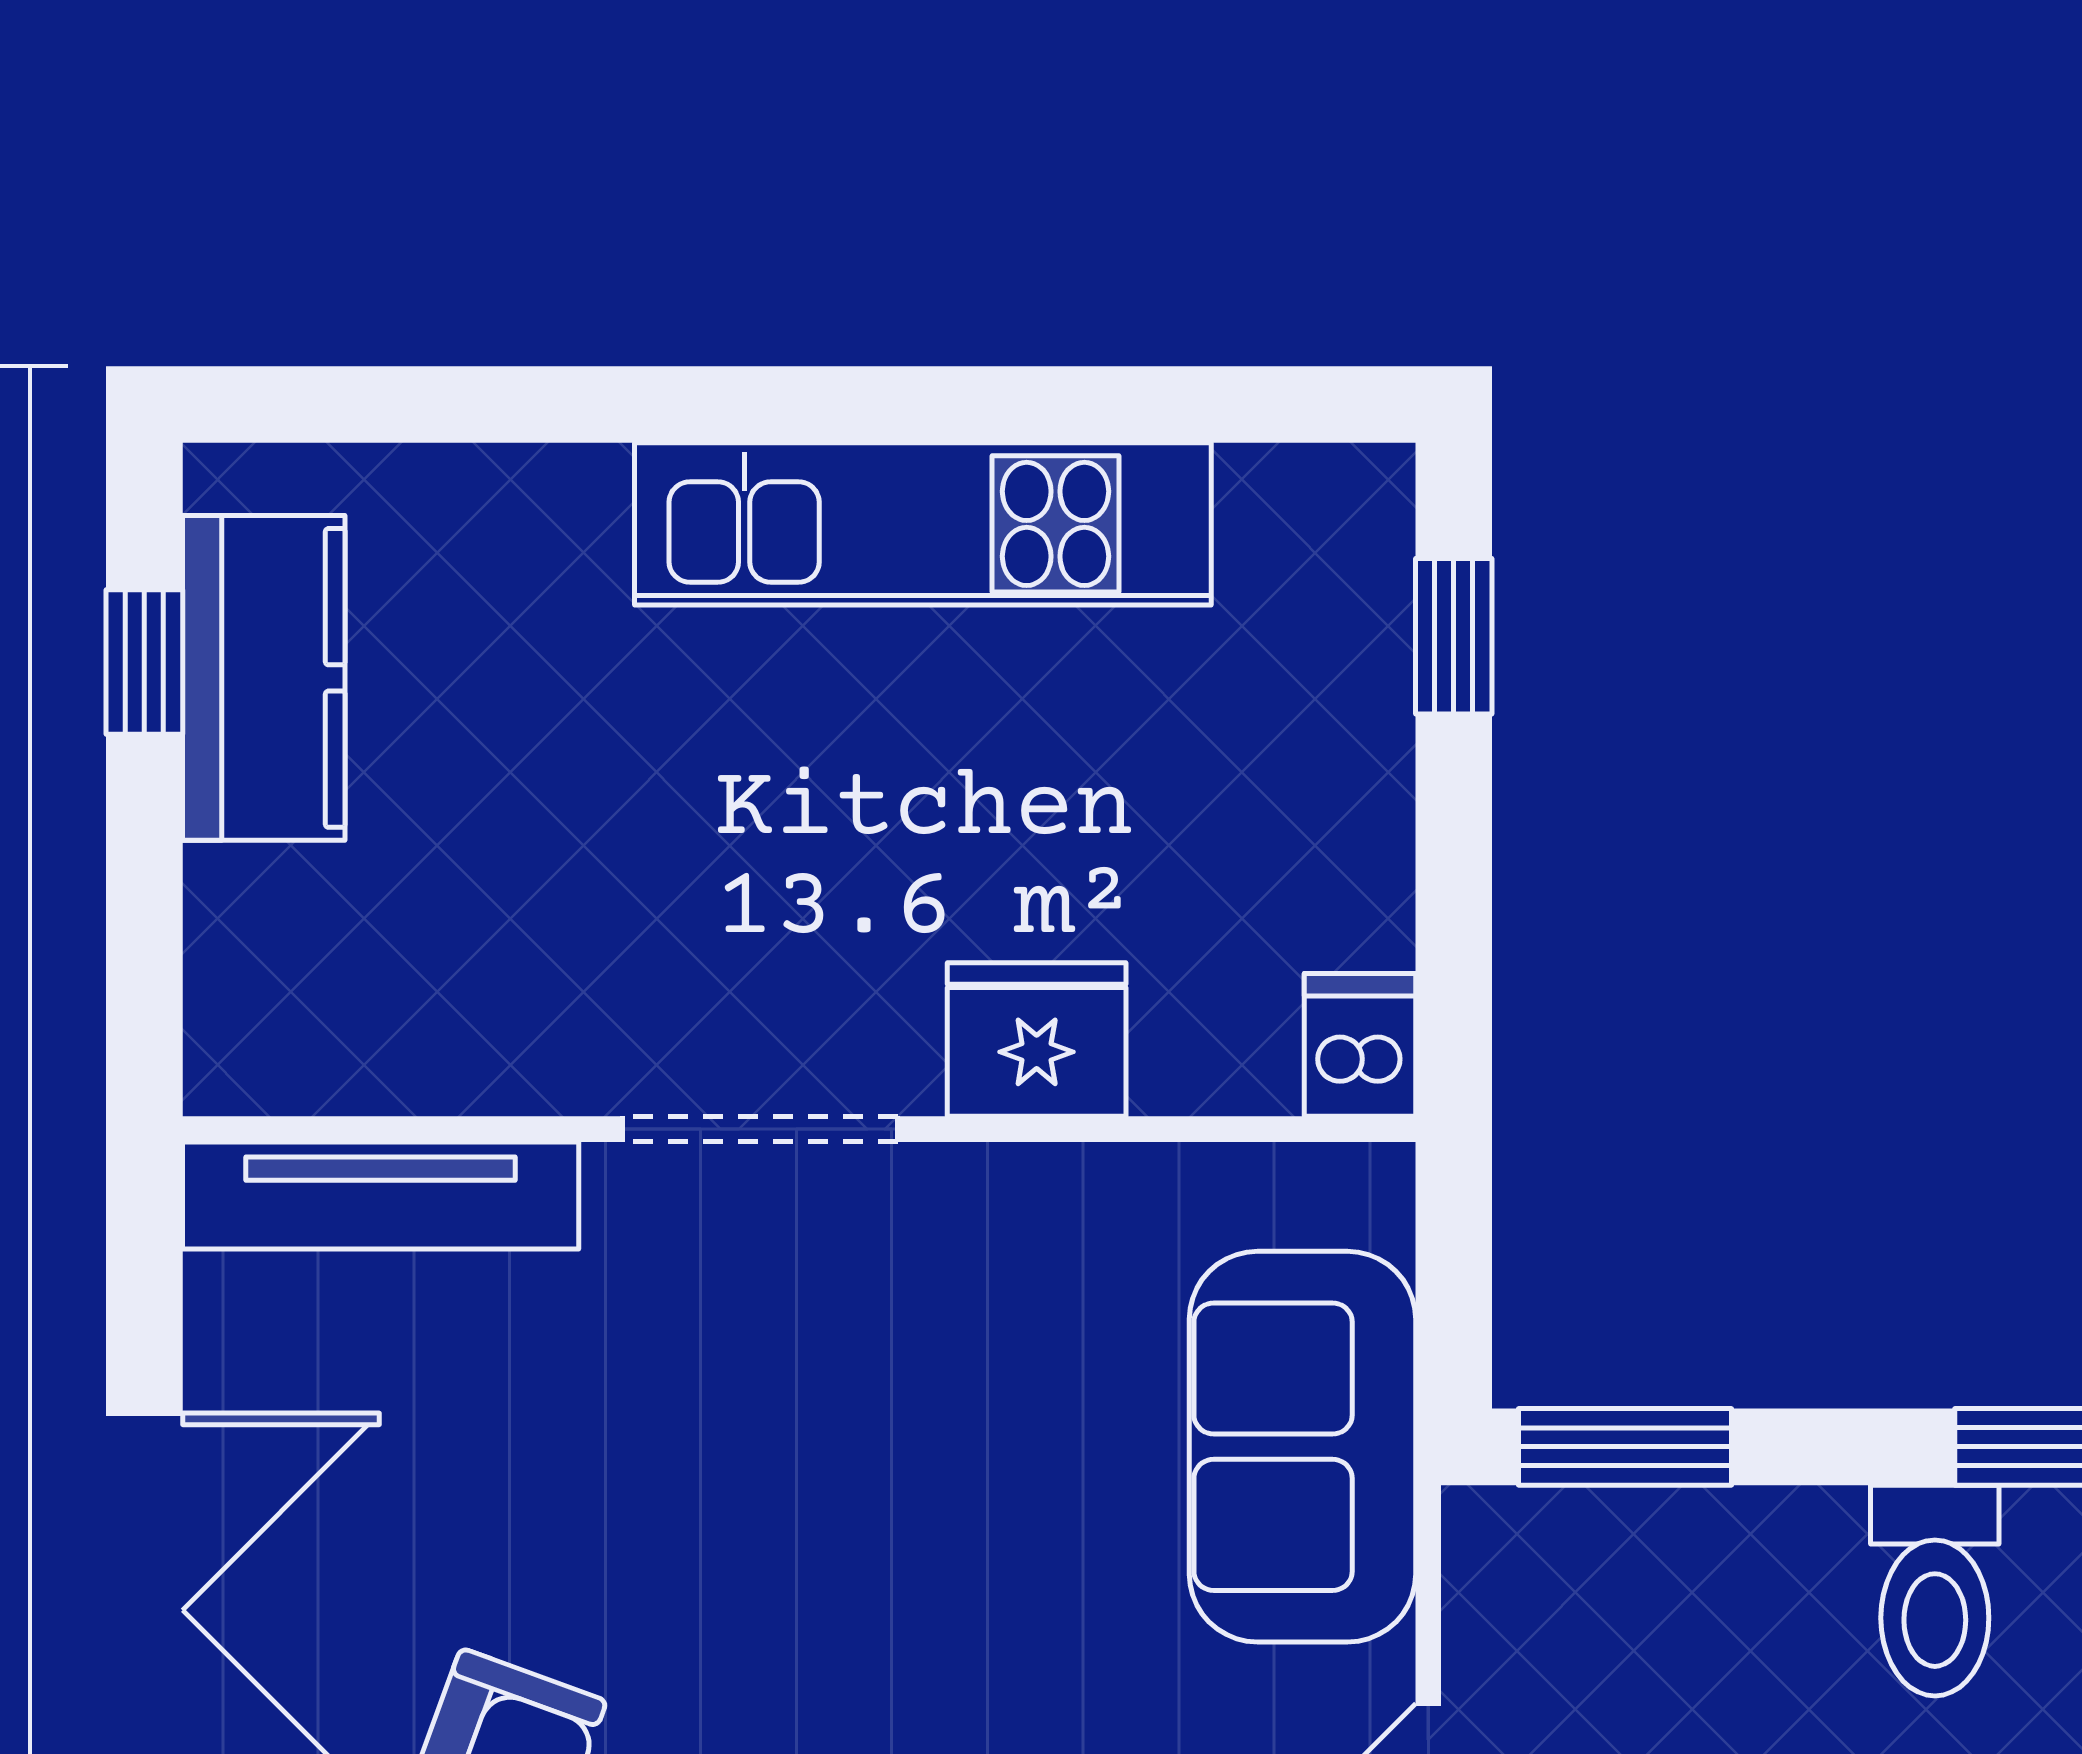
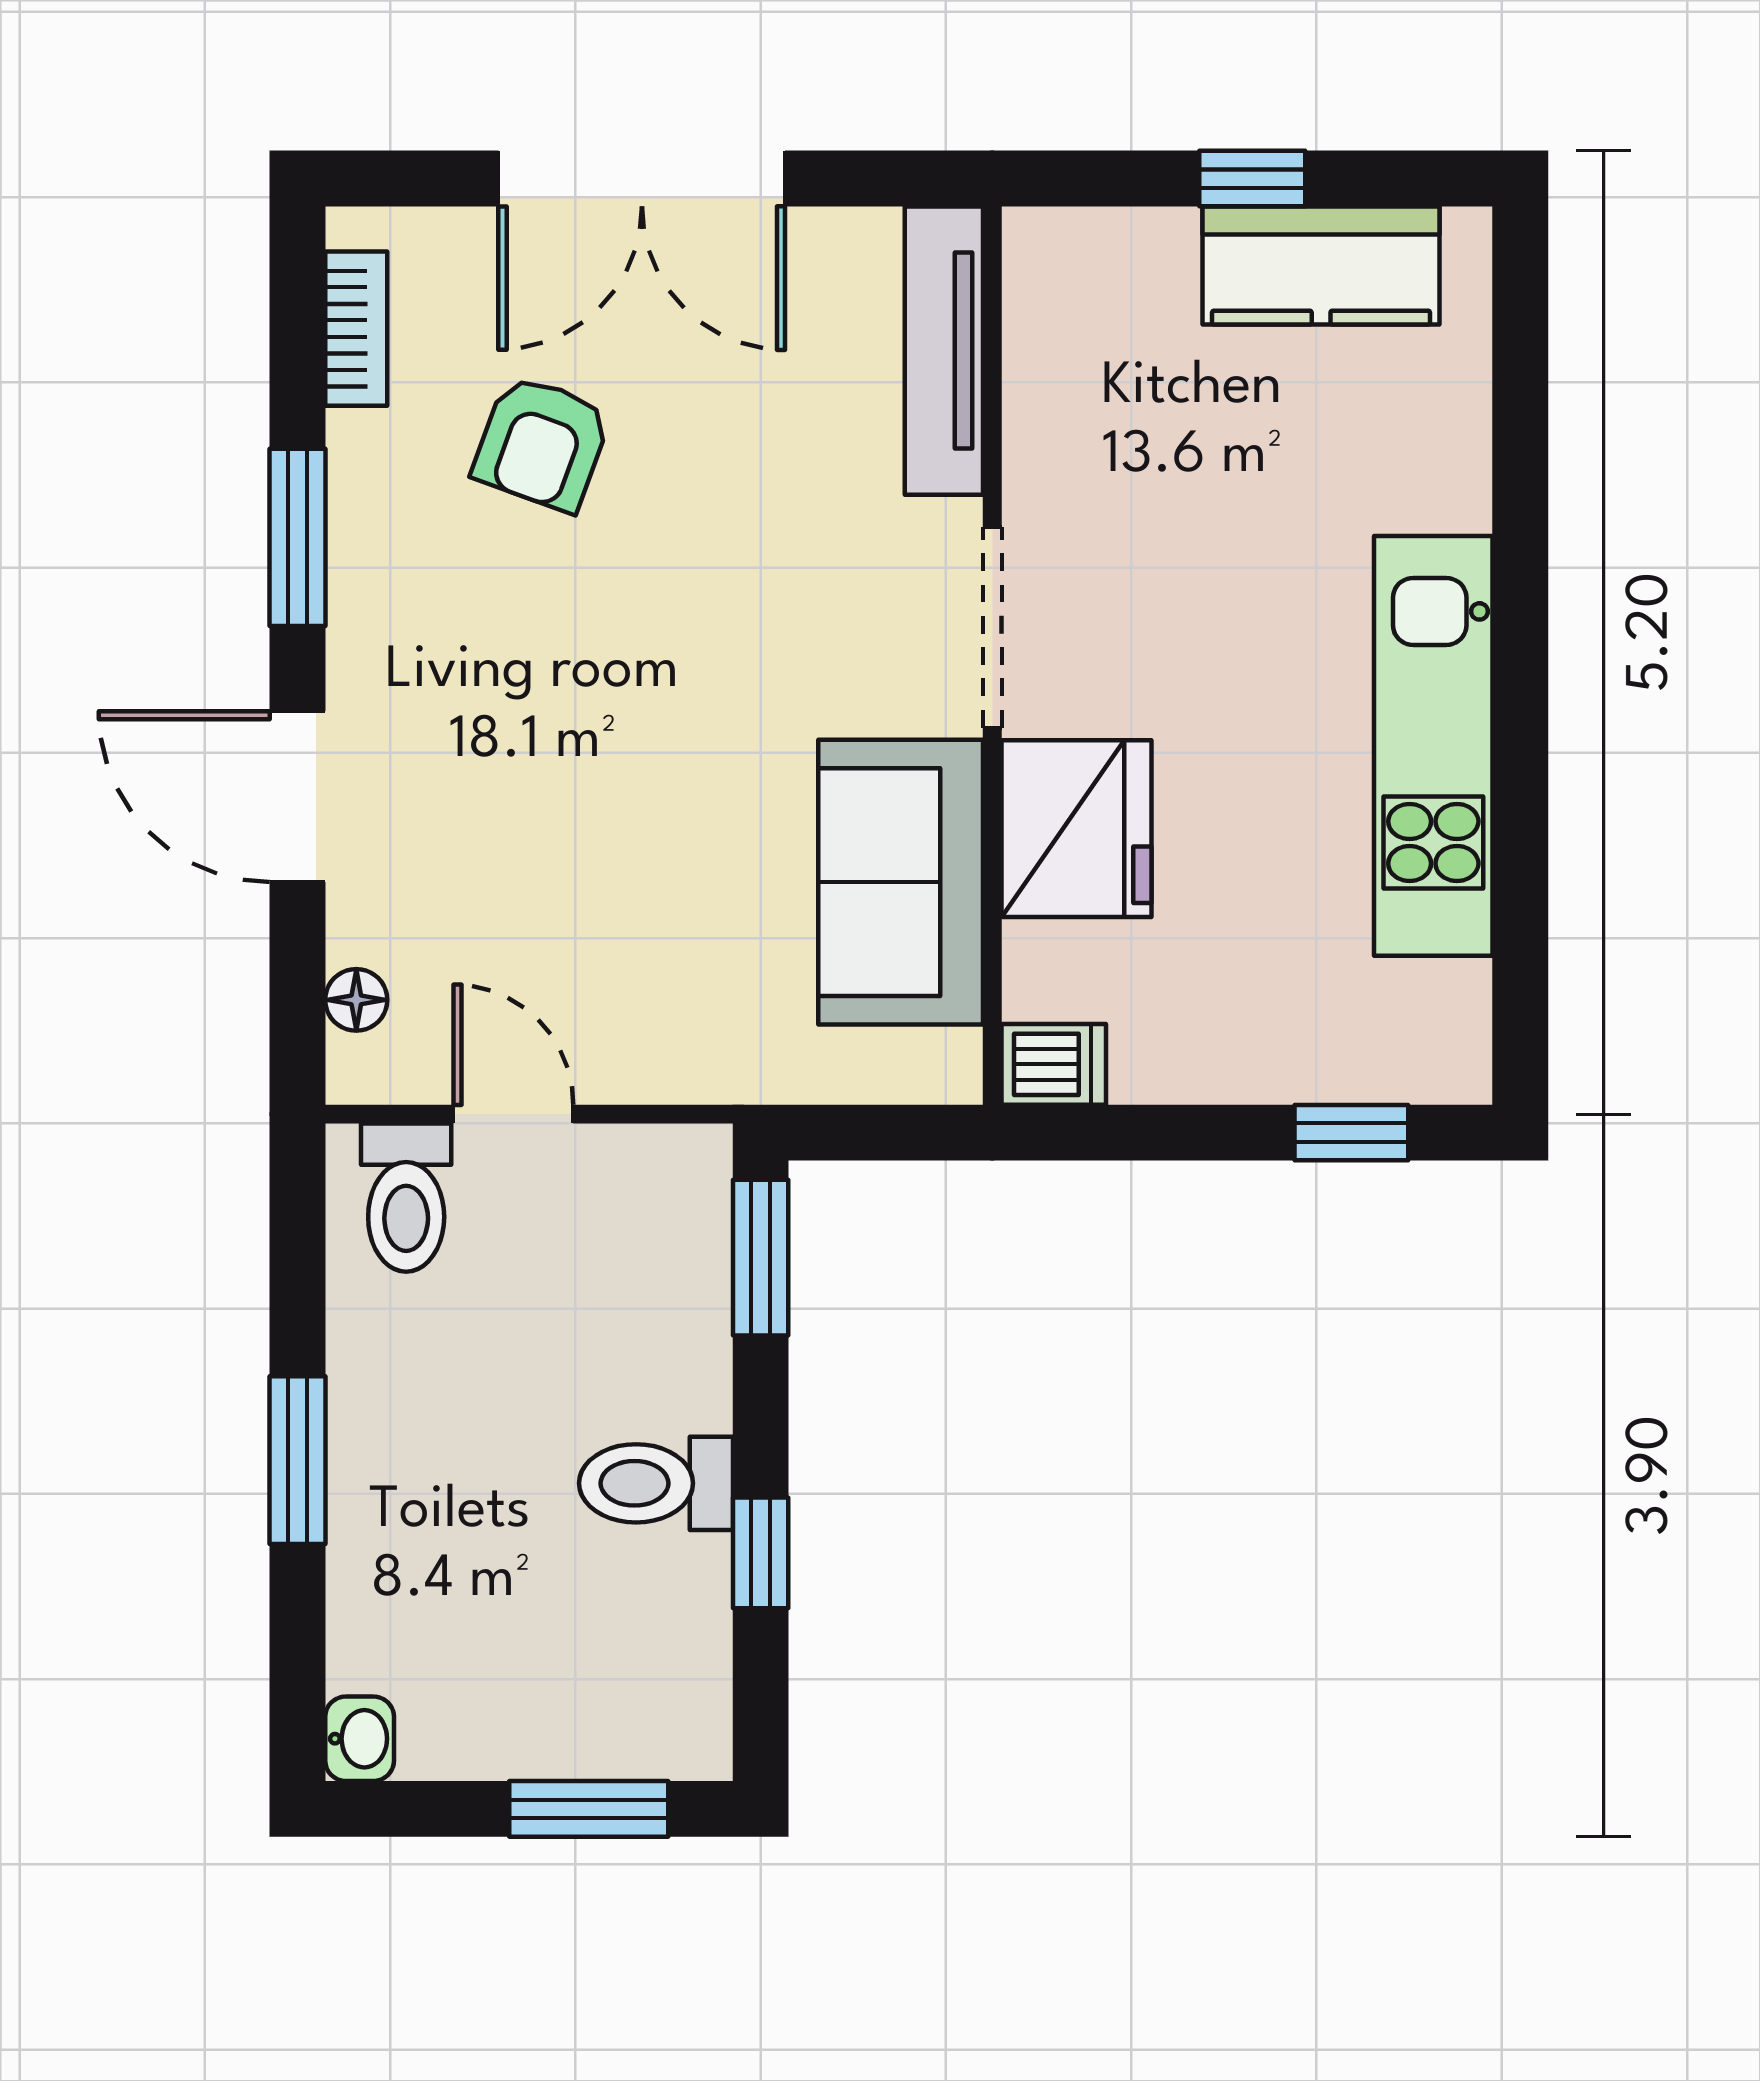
window: (144, 662) -> (1252, 179), moved
fridge: (1037, 1040) -> (1076, 829), width x1.36, depth x1.34
sofa: (1302, 1447) -> (901, 882), moved, turned -90

